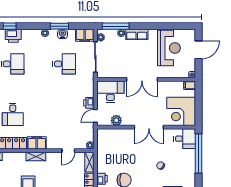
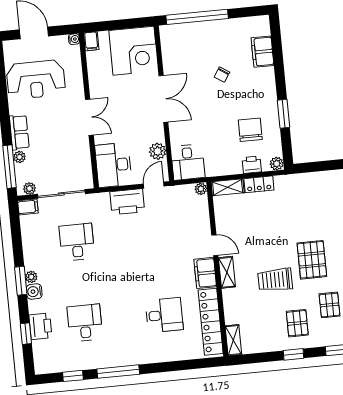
window: (59, 26) -> (21, 281), moved
water cooler: (62, 34) -> (34, 292), moved
filing cabinet: (85, 35) -> (28, 207), width x0.50
reception desk: (169, 48) -> (36, 80), turned 180
double door: (142, 79) -> (89, 117), width x0.73
printer: (89, 103) -> (127, 202), width x1.87, depth x1.48
door: (95, 116) -> (154, 185), swing flipped
desk: (185, 139) -> (188, 162), moved, turned 180
door: (68, 151) -> (215, 245), moved

